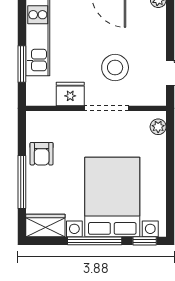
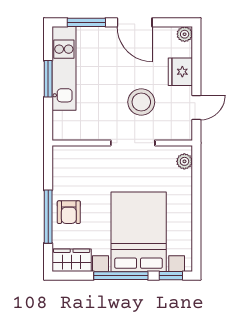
window: (22, 64) -> (48, 79), moved
fridge: (70, 94) -> (180, 72), moved, turned -90
armchair: (42, 154) -> (69, 212), moved

